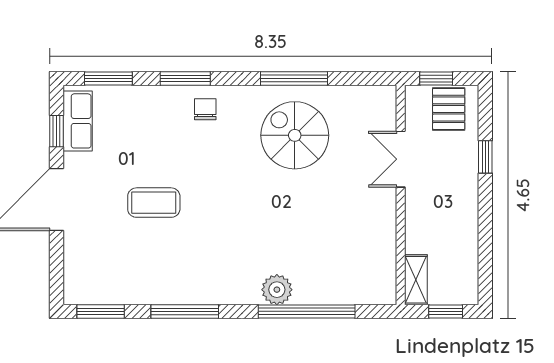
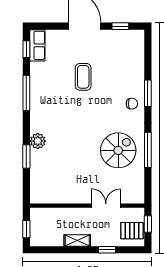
window: (108, 79) -> (148, 53), removed
row of seats: (78, 121) -> (37, 45), moved, turned -90
shelving: (416, 280) -> (77, 240), moved
window: (101, 311) -> (26, 49), width x0.67
window: (307, 311) -> (26, 157), width x0.47

